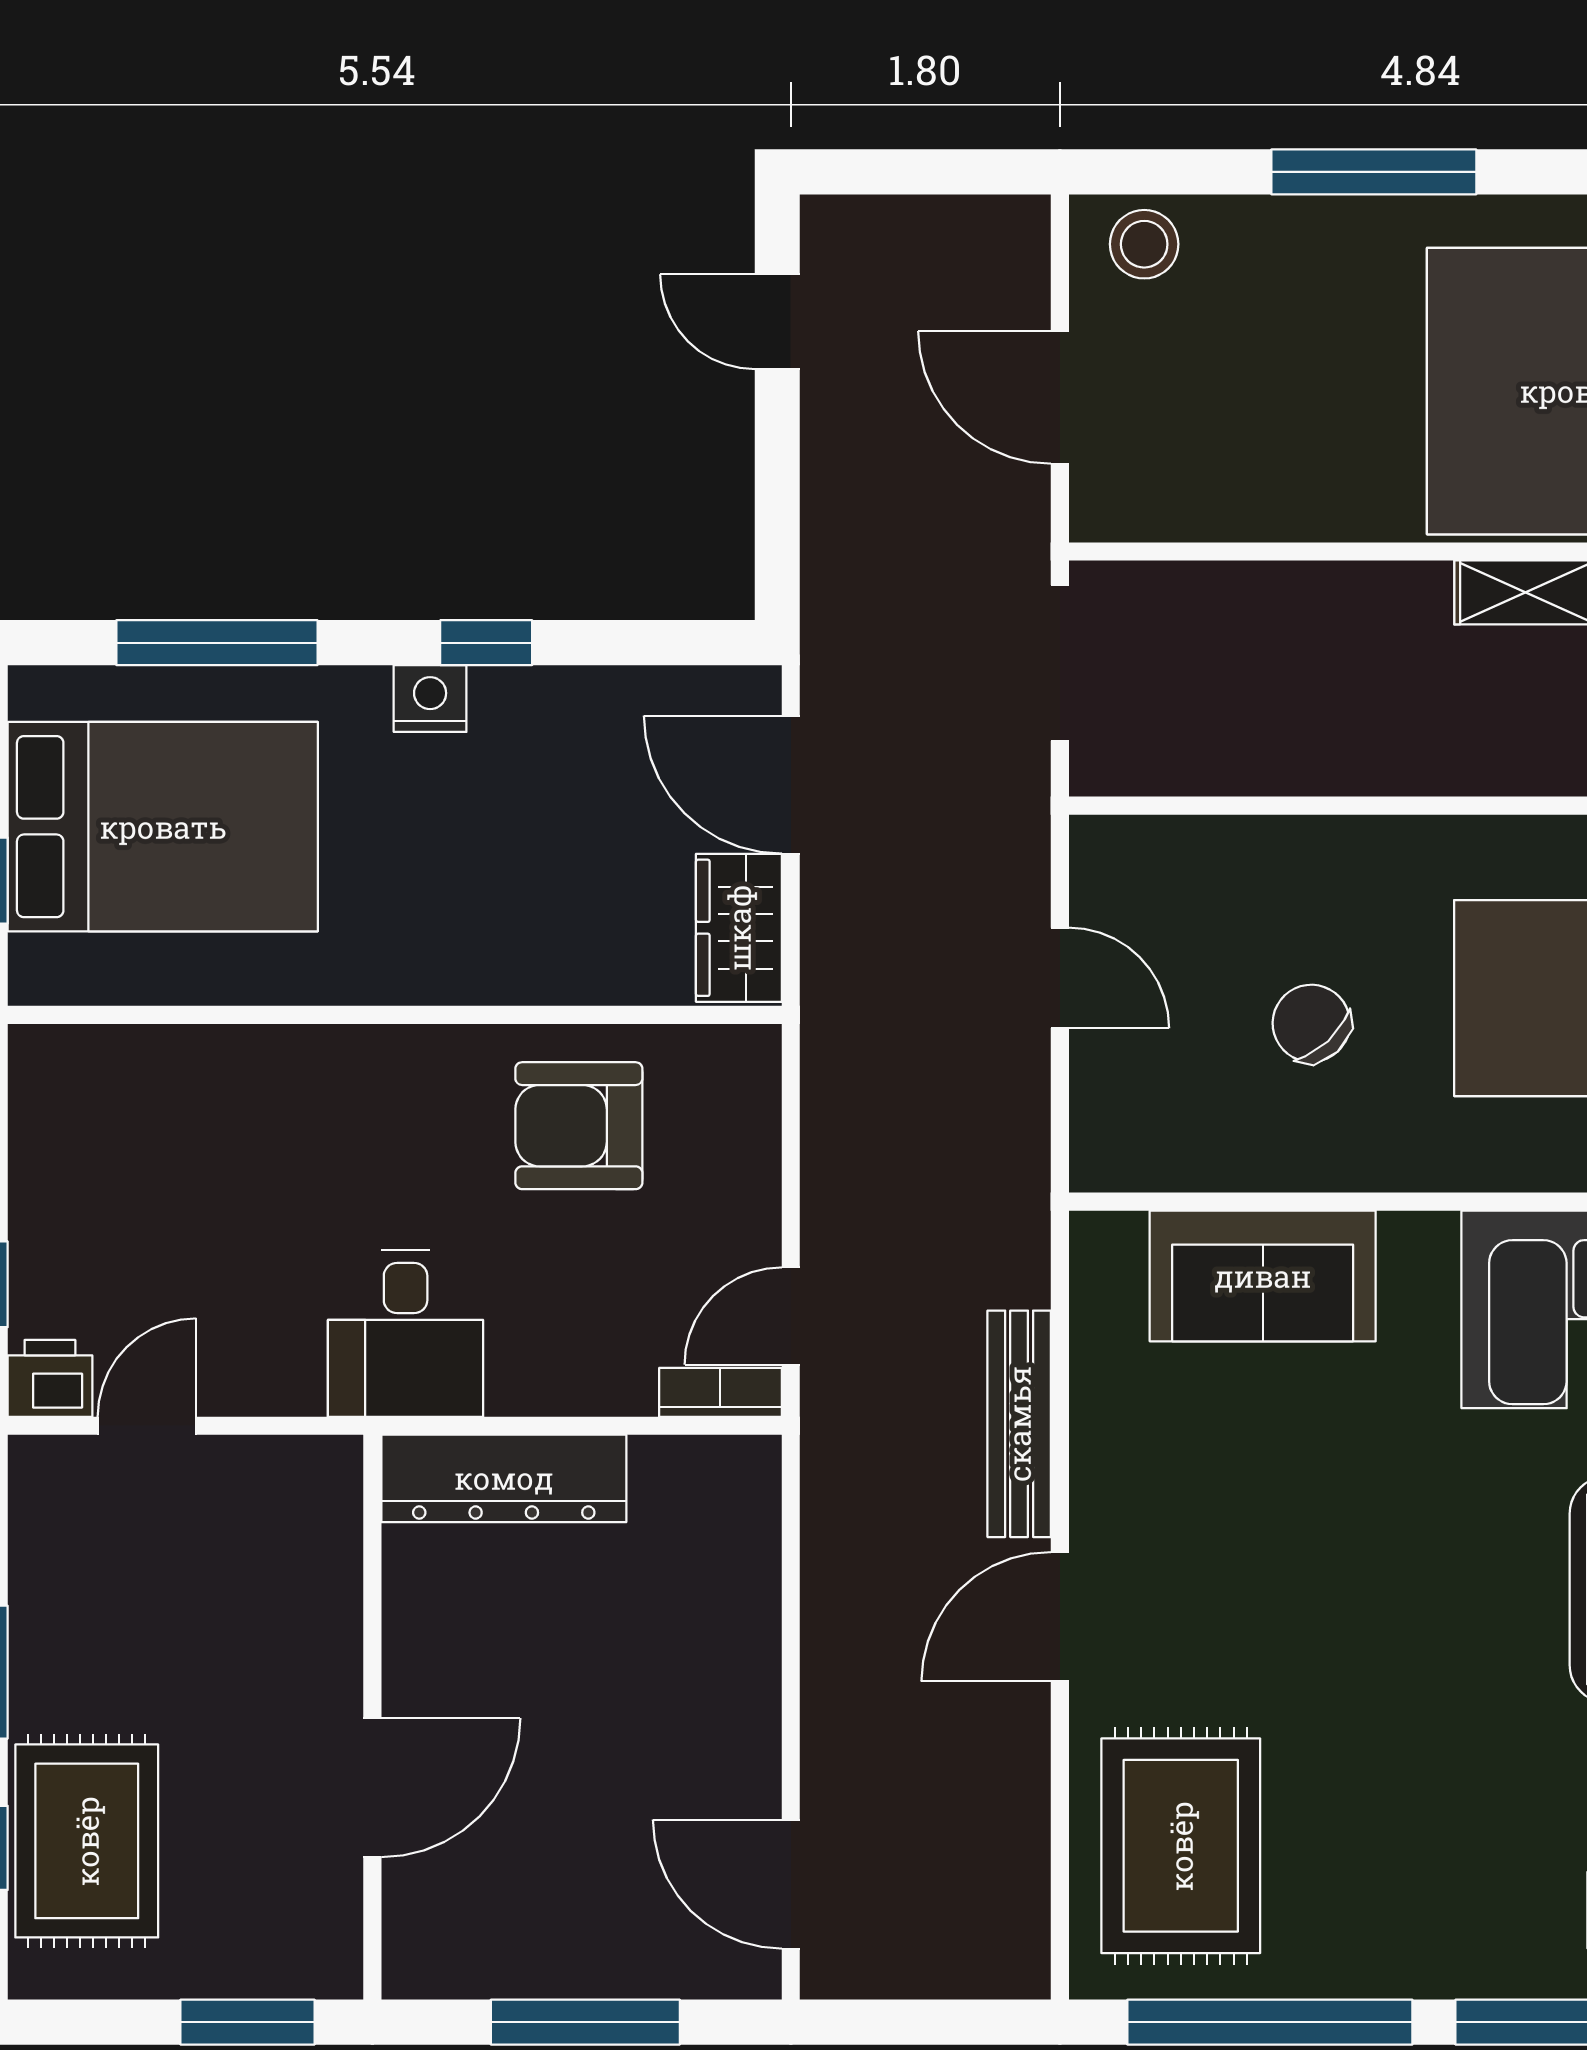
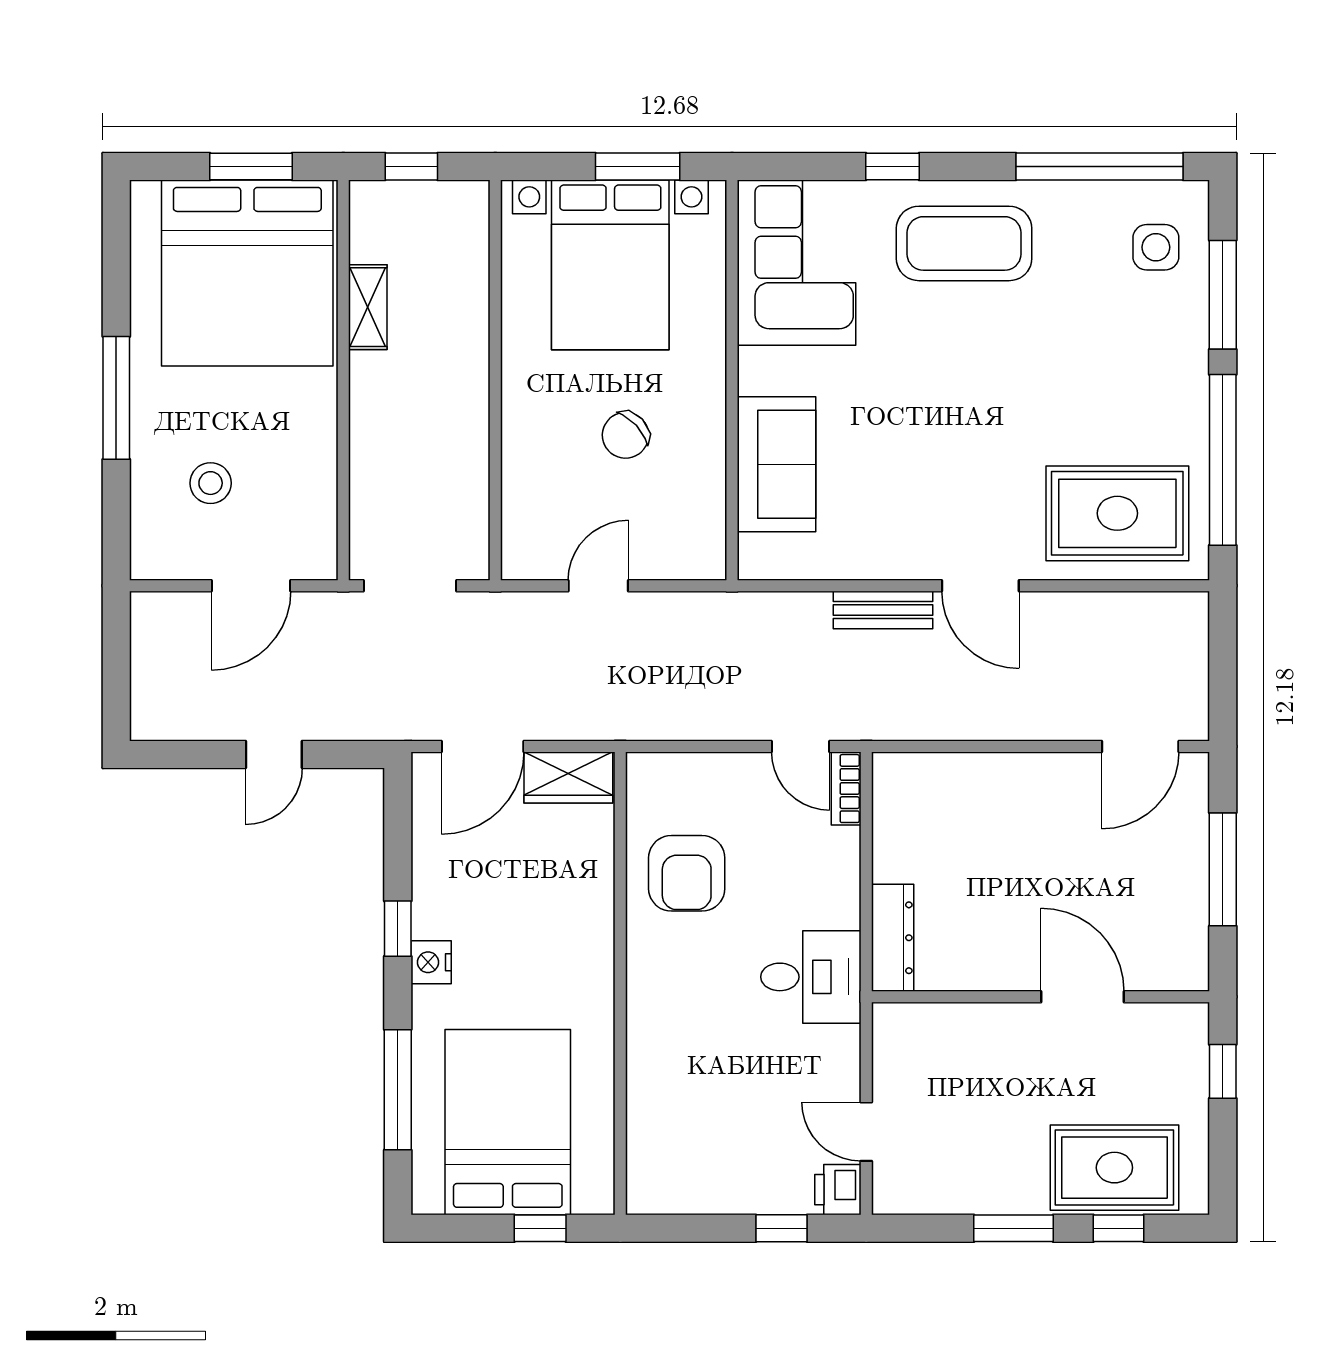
stool: (1144, 244) -> (211, 483), moved
door: (777, 322) -> (274, 755), moved
bench: (1019, 1424) -> (883, 610), width x0.73
dresser: (504, 1478) -> (893, 938), width x0.73, depth x0.80
window: (247, 2022) -> (1223, 1071), width x0.67

